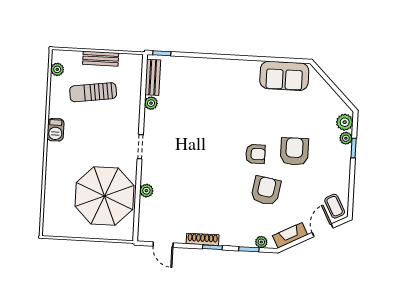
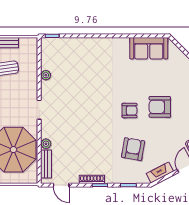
bench: (153, 77) -> (46, 164), moved
armchair: (294, 151) -> (160, 107), turned -90
armchair: (266, 191) -> (133, 149), moved
plant: (261, 242) -> (138, 179), removed

